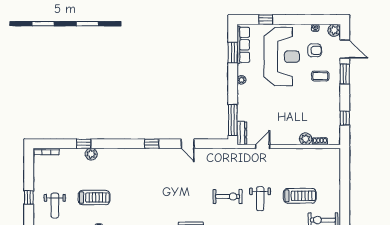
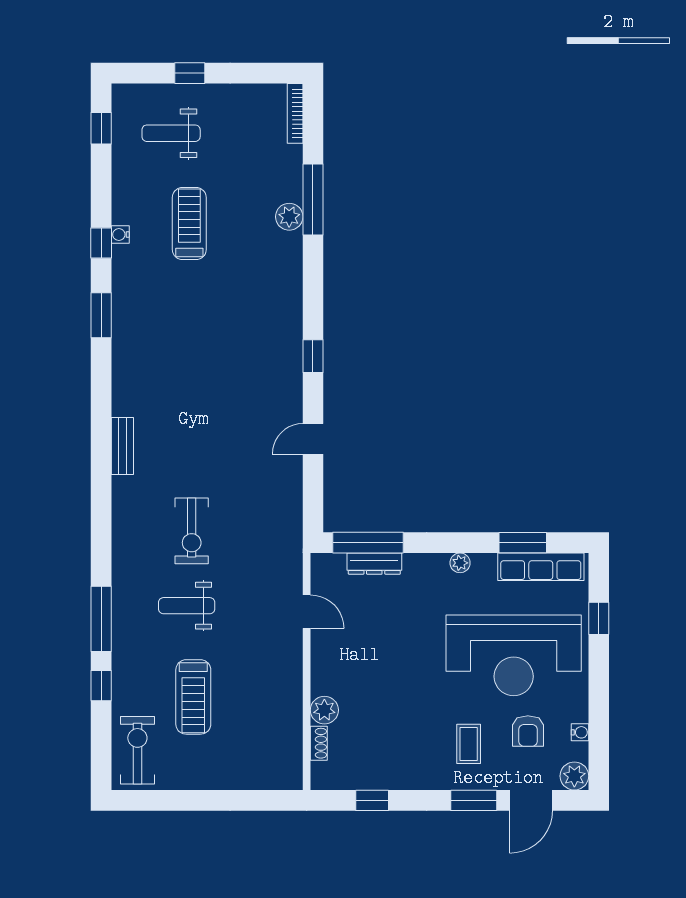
dresser: (242, 133) -> (374, 564), moved
window: (84, 144) -> (313, 199), width x2.17
treadmill: (94, 198) -> (189, 224), turned 180

